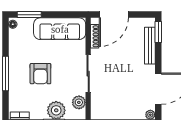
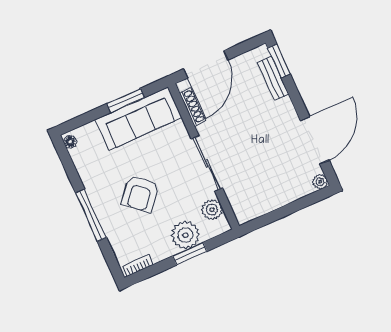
window: (29, 15) -> (126, 100), moved
bench: (150, 46) -> (273, 78), width x0.73
armchair: (40, 74) -> (140, 194), turned 40

